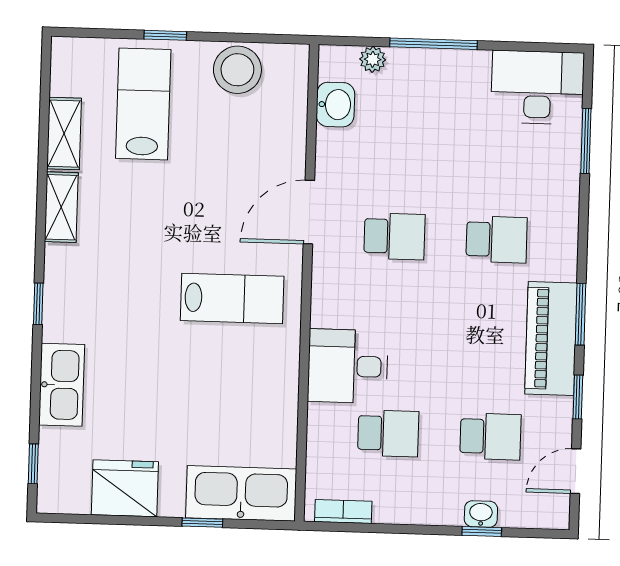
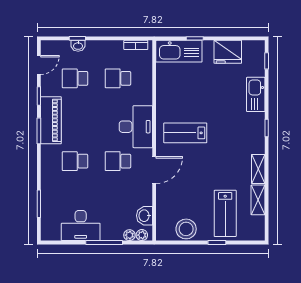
plant: (343, 59) -> (142, 235), added
desk: (537, 87) -> (81, 226), moved
desk: (348, 366) -> (136, 127), moved, width x1.37

